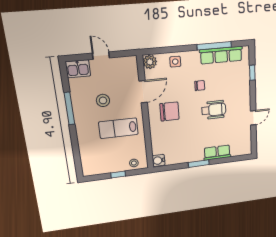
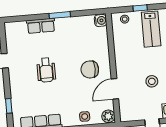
chair: (200, 86) -> (61, 94), removed
wheelchair: (214, 110) -> (46, 70), turned -90
lab bench: (118, 128) -> (151, 29), moved, turned 90

